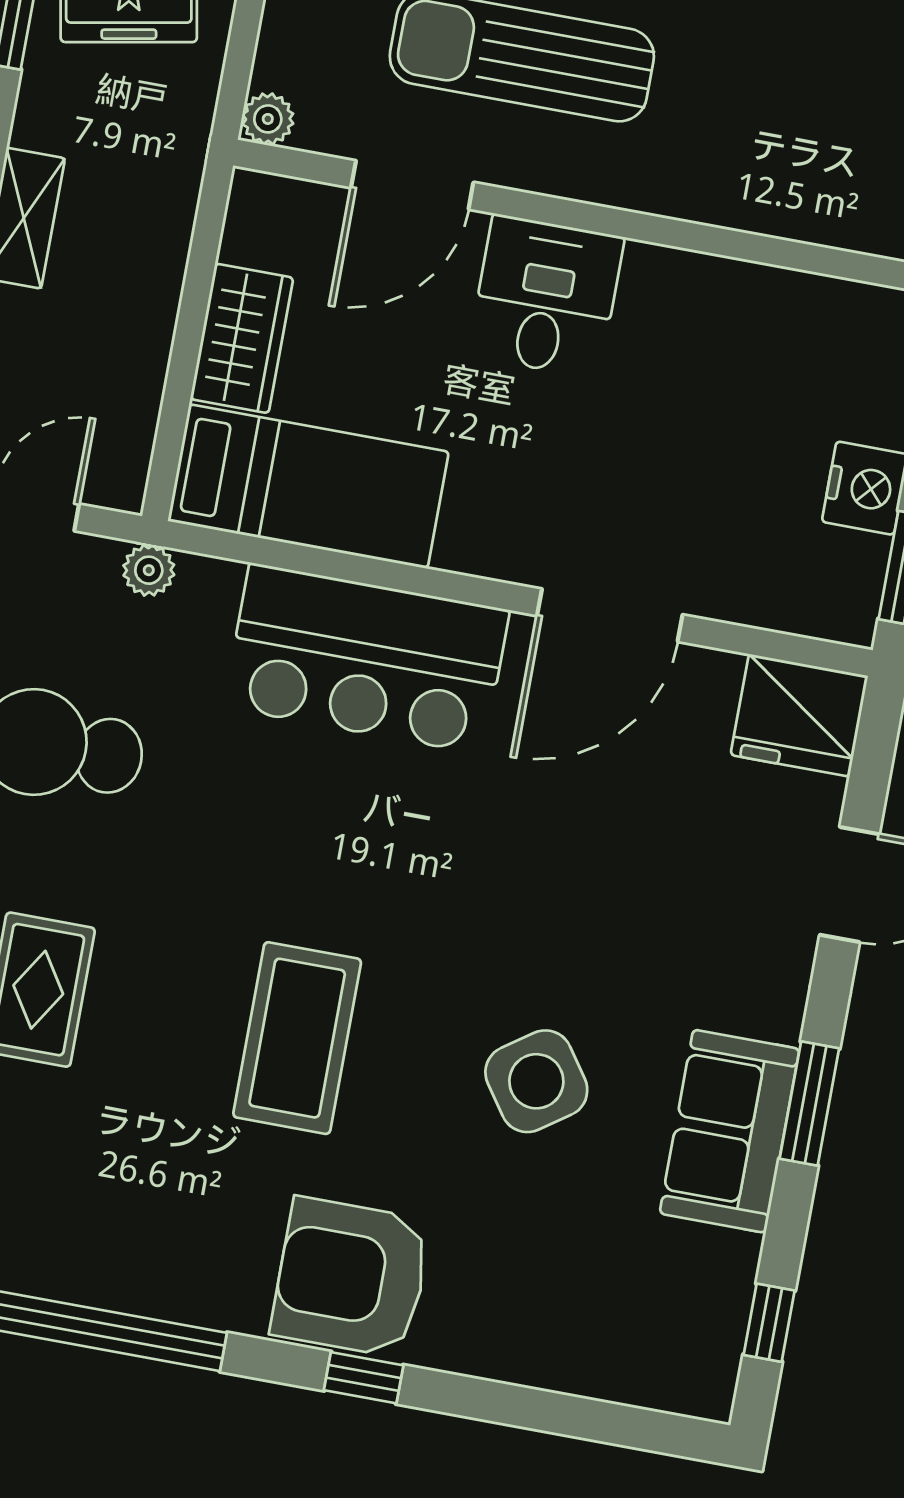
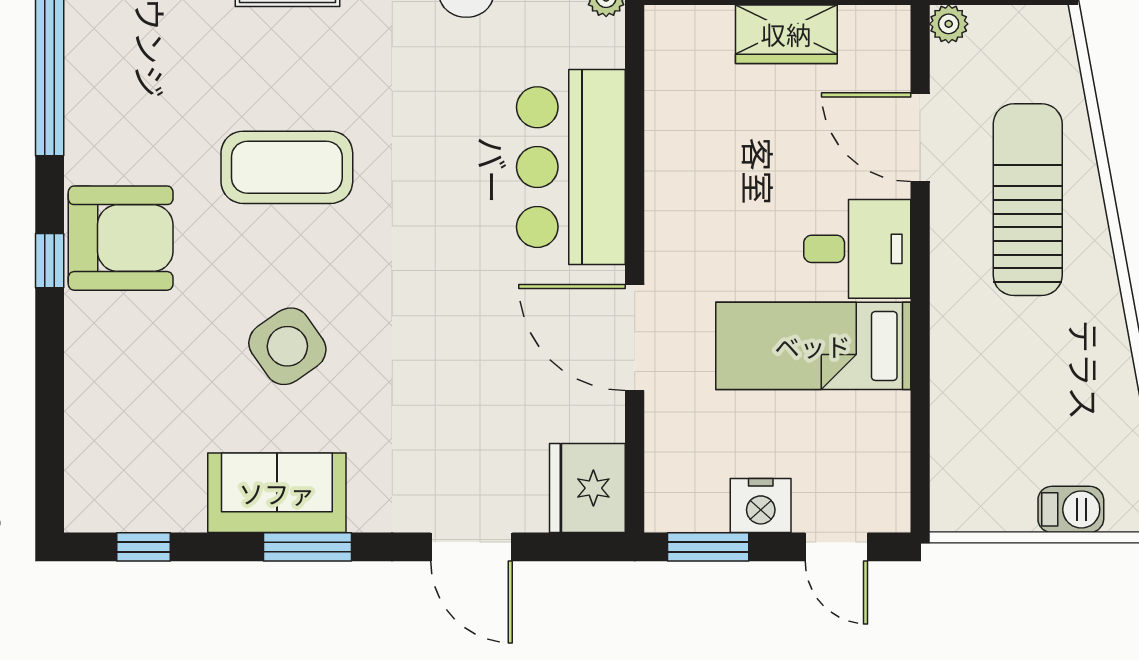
bed: (308, 486) -> (813, 346), moved, turned 90
armchair: (351, 1277) -> (121, 238), turned 90

